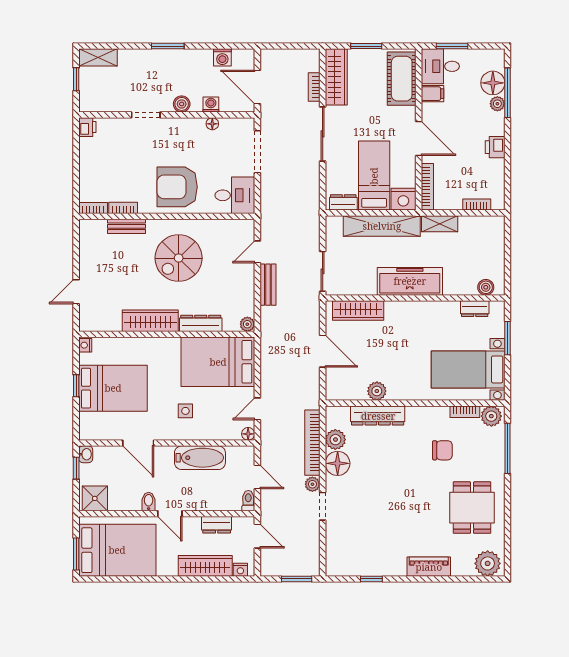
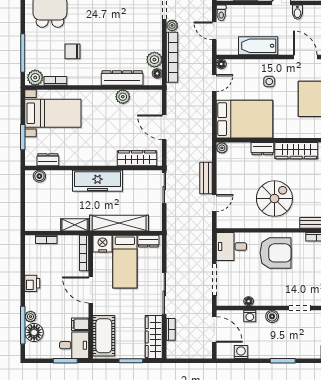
dresser: (201, 323) -> (262, 149), width x0.70
floor lamp: (338, 463) -> (157, 73), moved, width x0.53, depth x0.53

